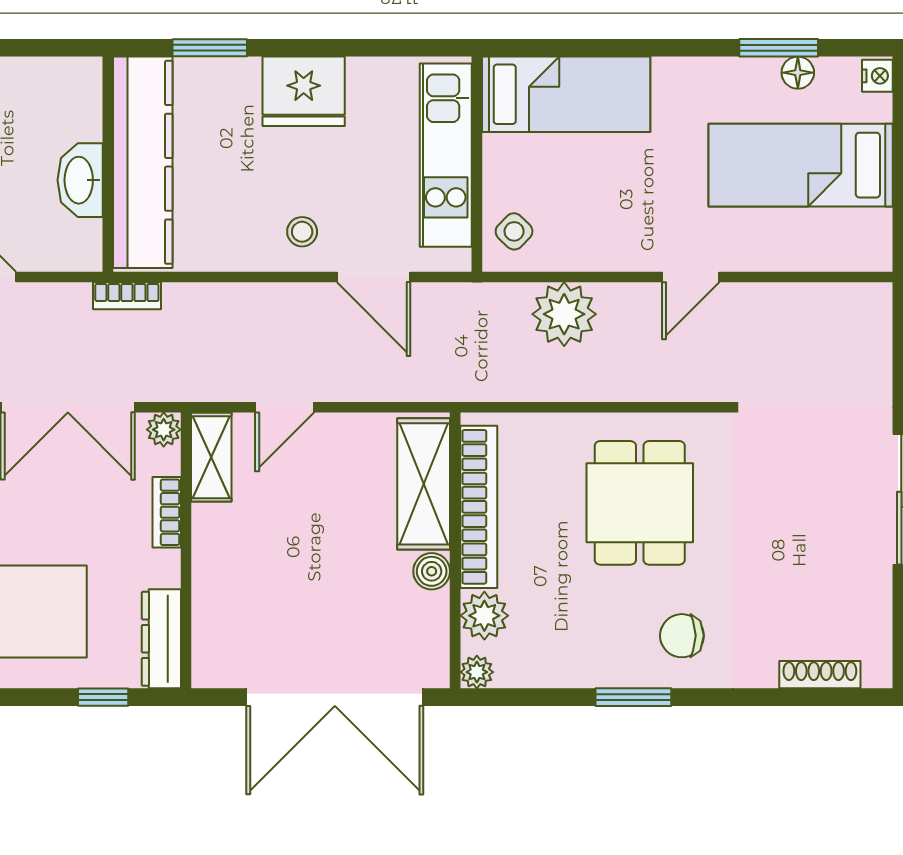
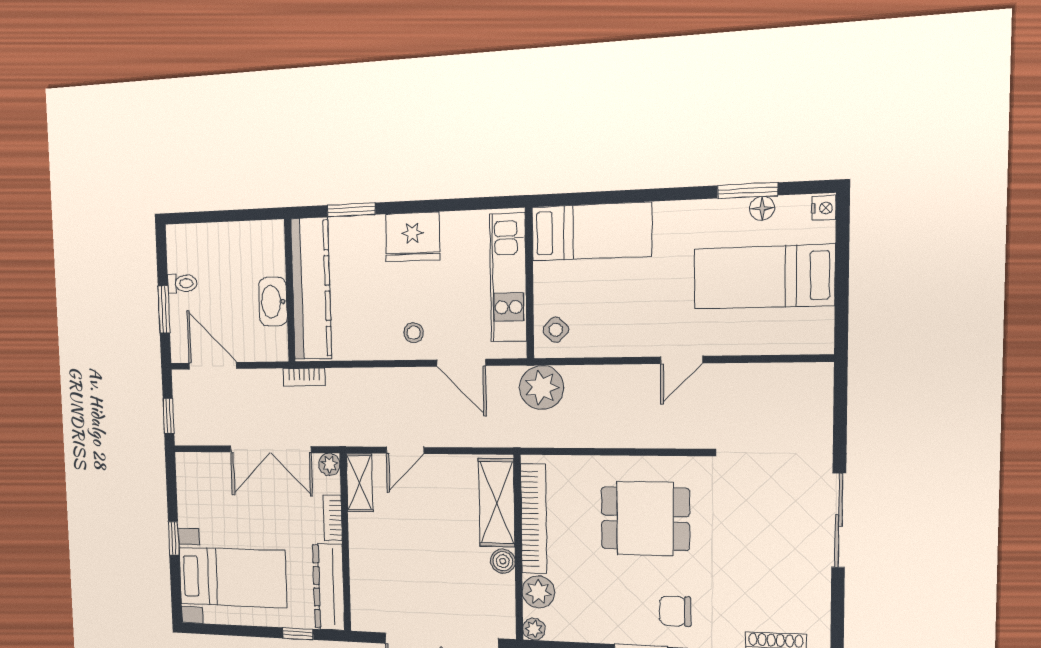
plant: (564, 314) -> (542, 387), moved
dining table: (640, 503) -> (645, 519), turned 90
dresser: (161, 639) -> (329, 587), width x1.37, depth x1.24

